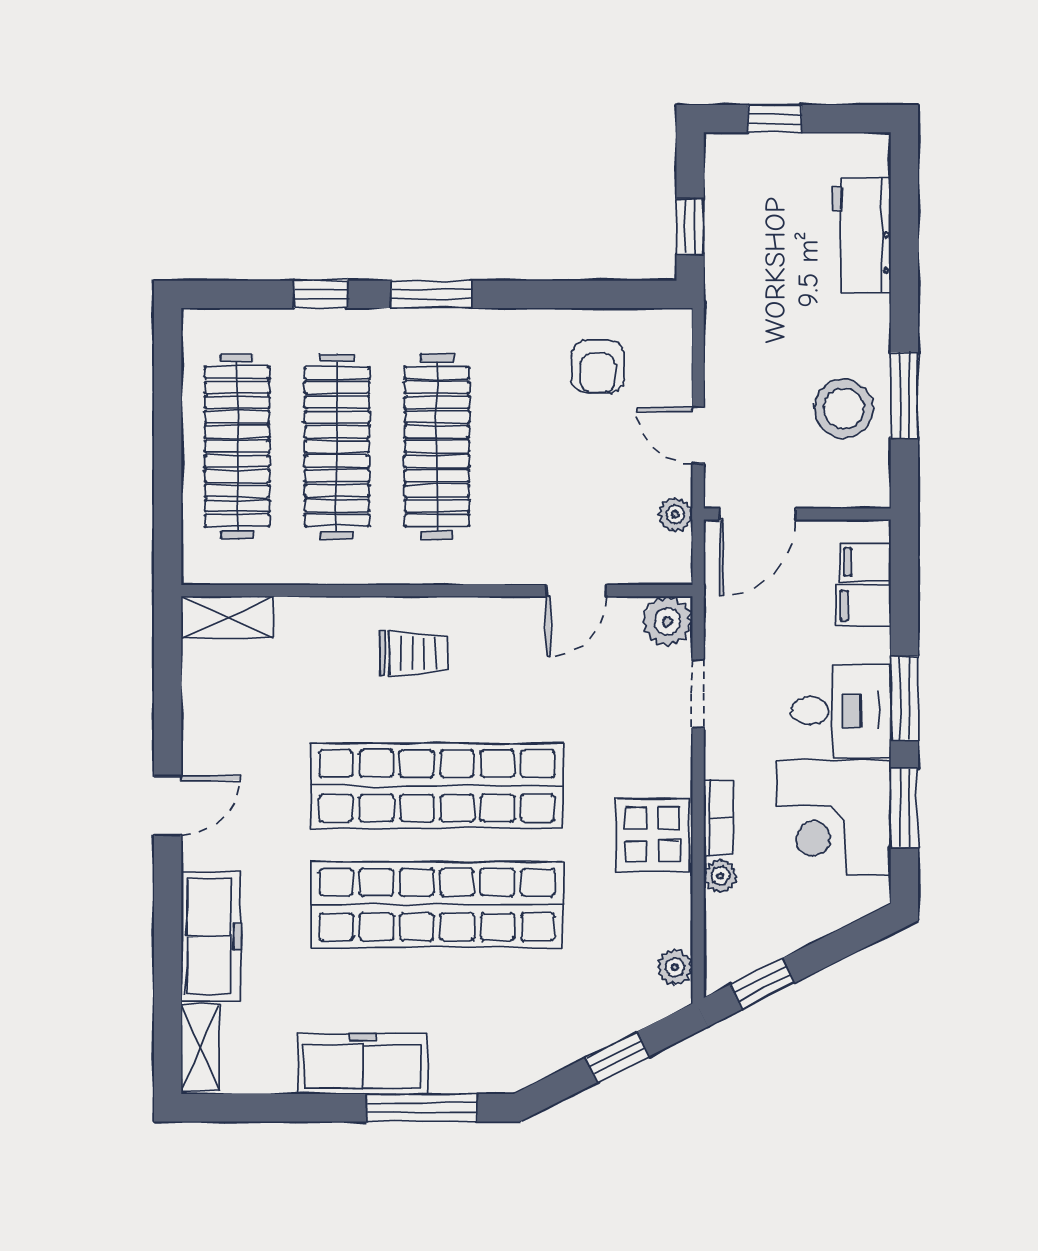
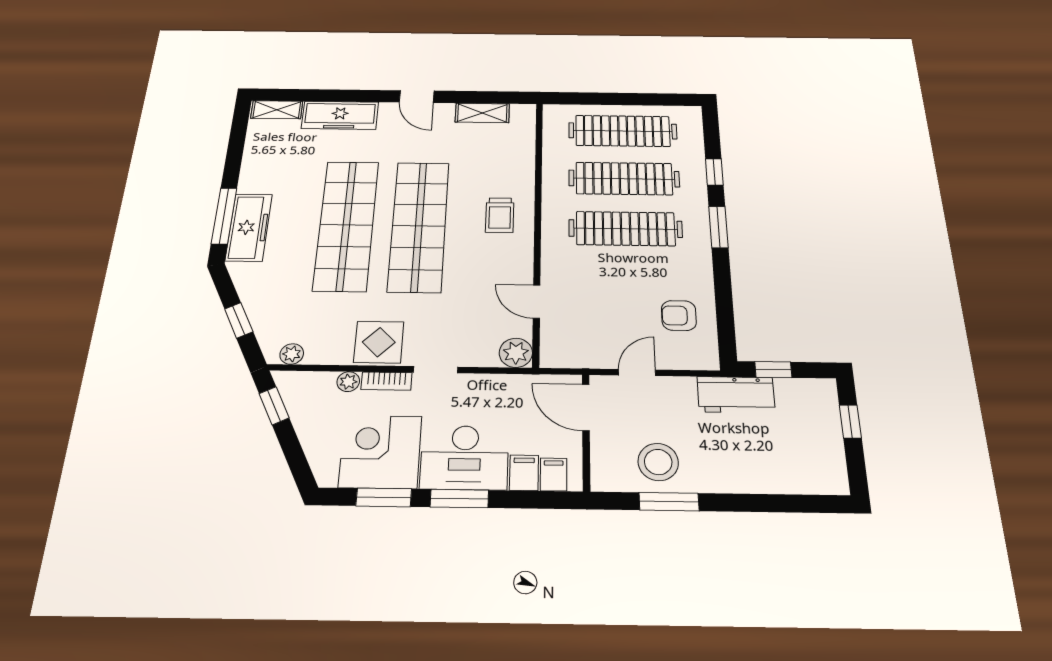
workbench: (861, 235) -> (736, 395), moved, turned 180
plant: (675, 514) -> (585, 358), removed
shelving: (227, 617) -> (482, 113), moved, turned 90
doorway: (698, 694) -> (436, 370), moved
desk: (841, 711) -> (465, 457), width x1.37
freezer: (363, 1064) -> (249, 227), moved

